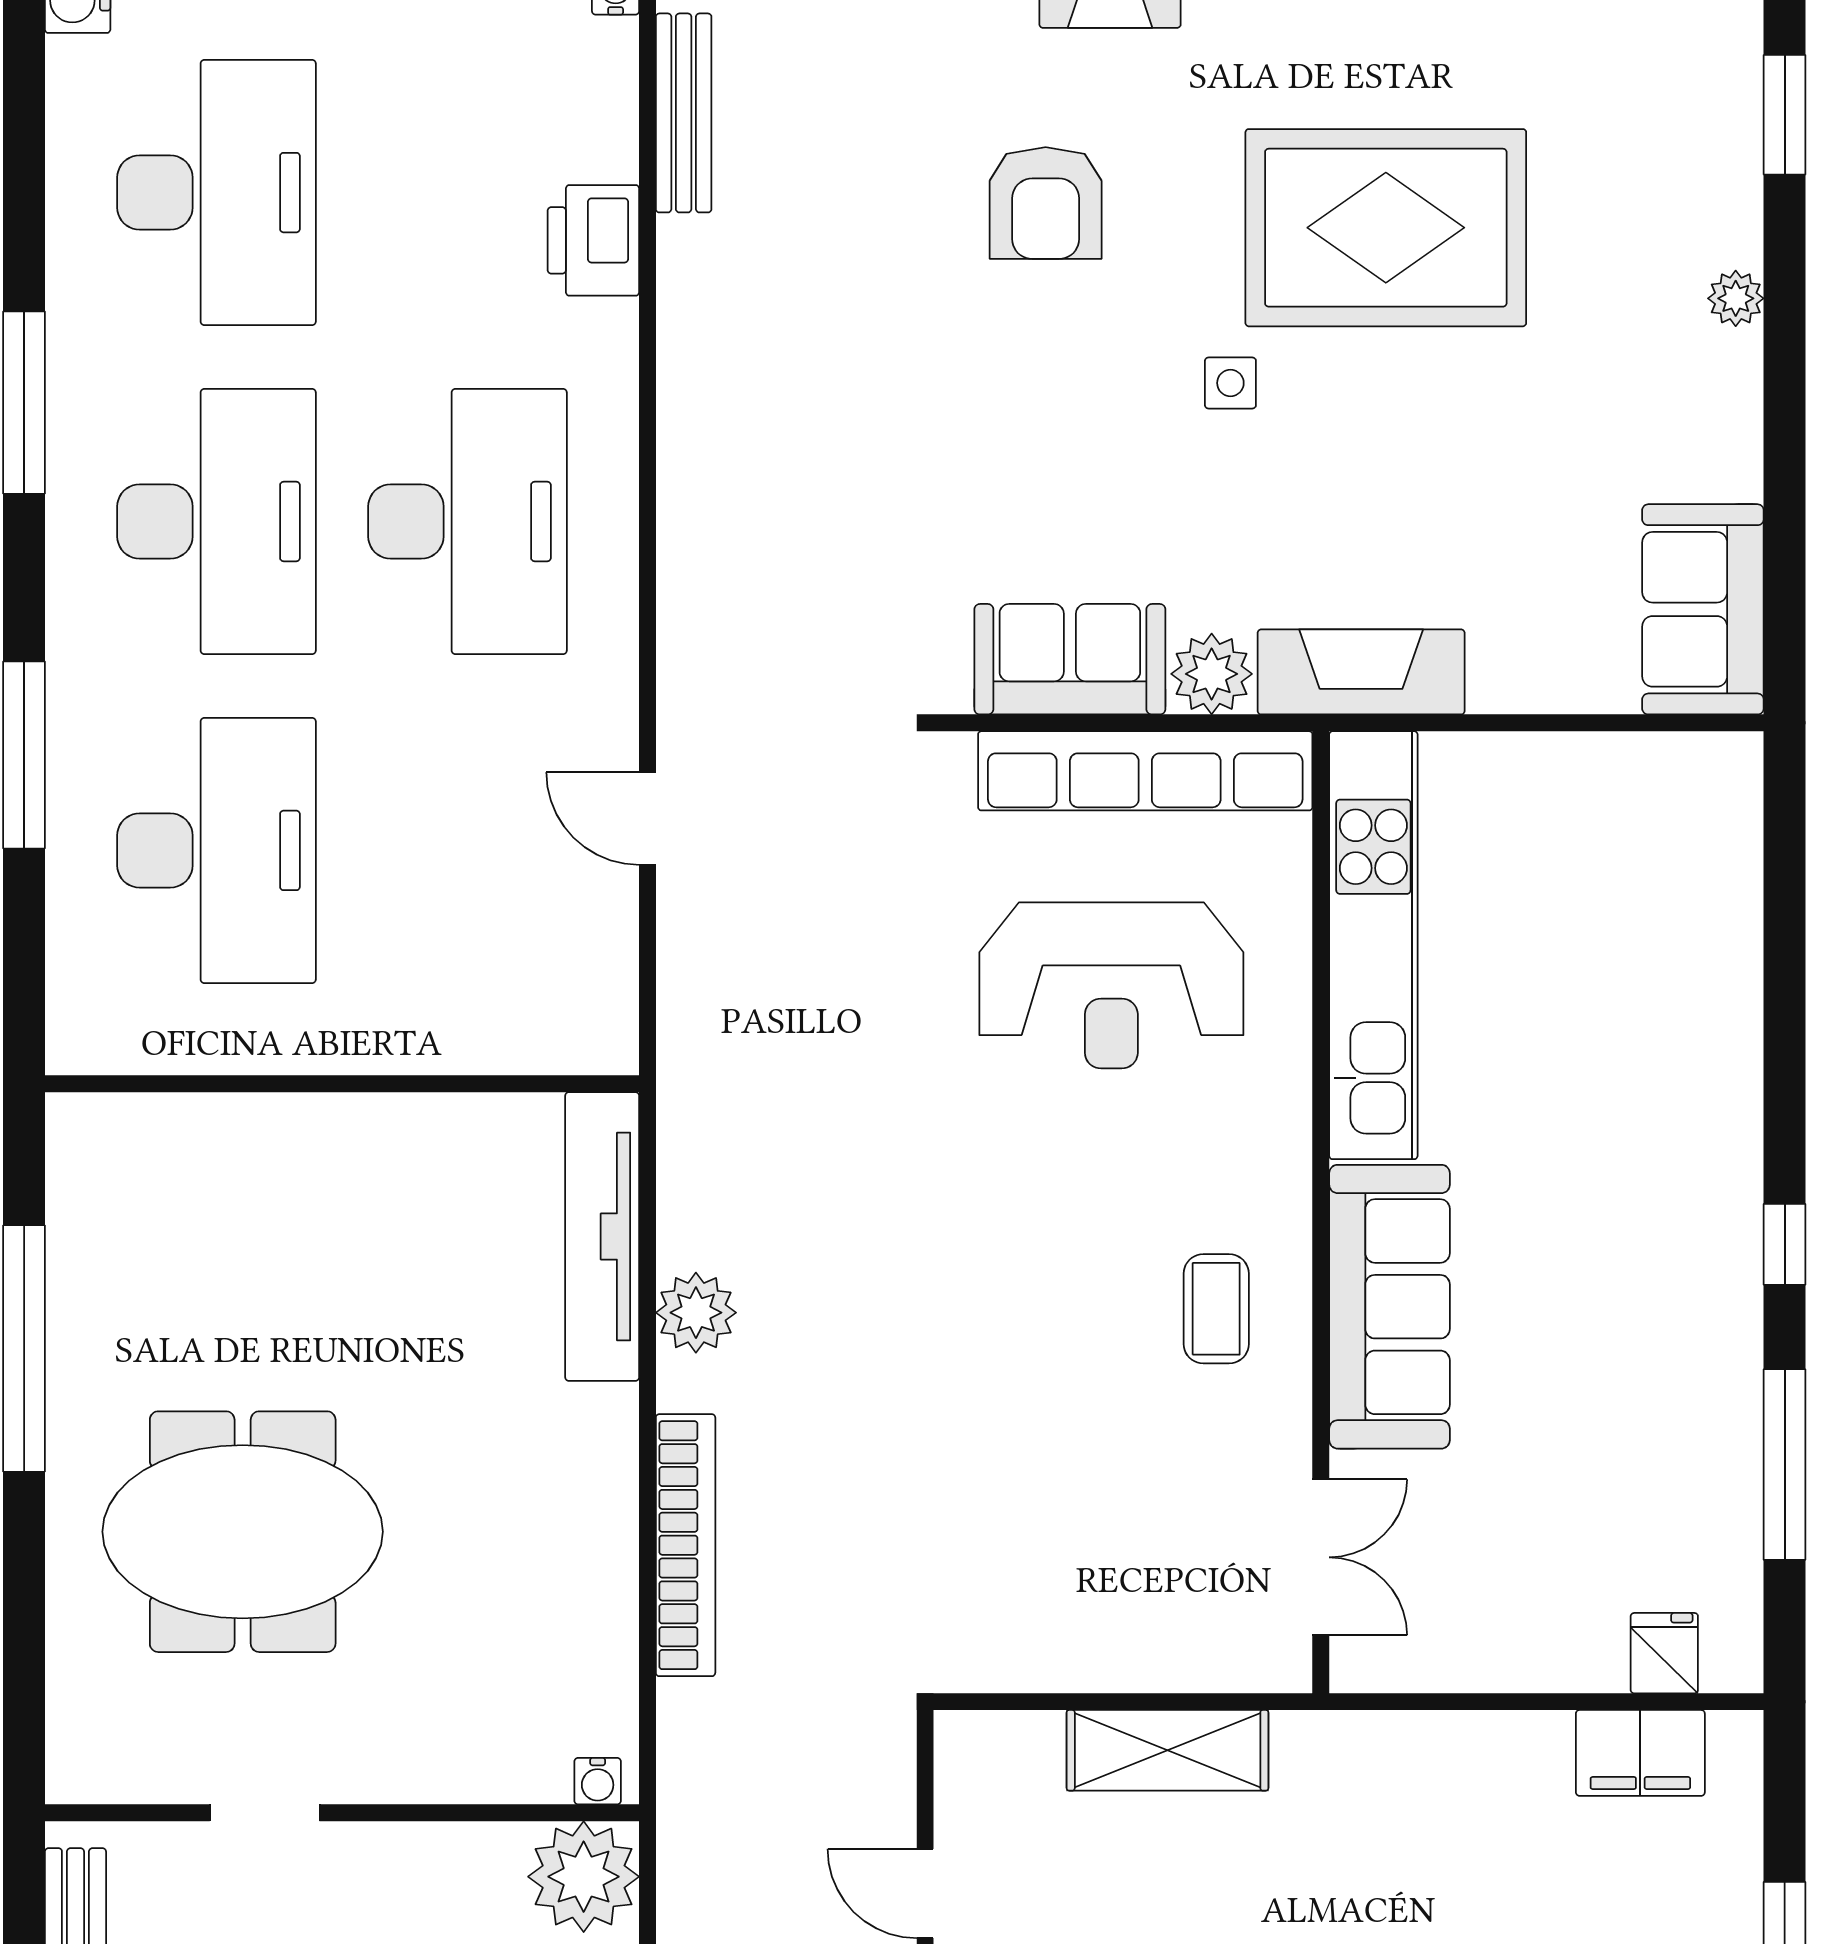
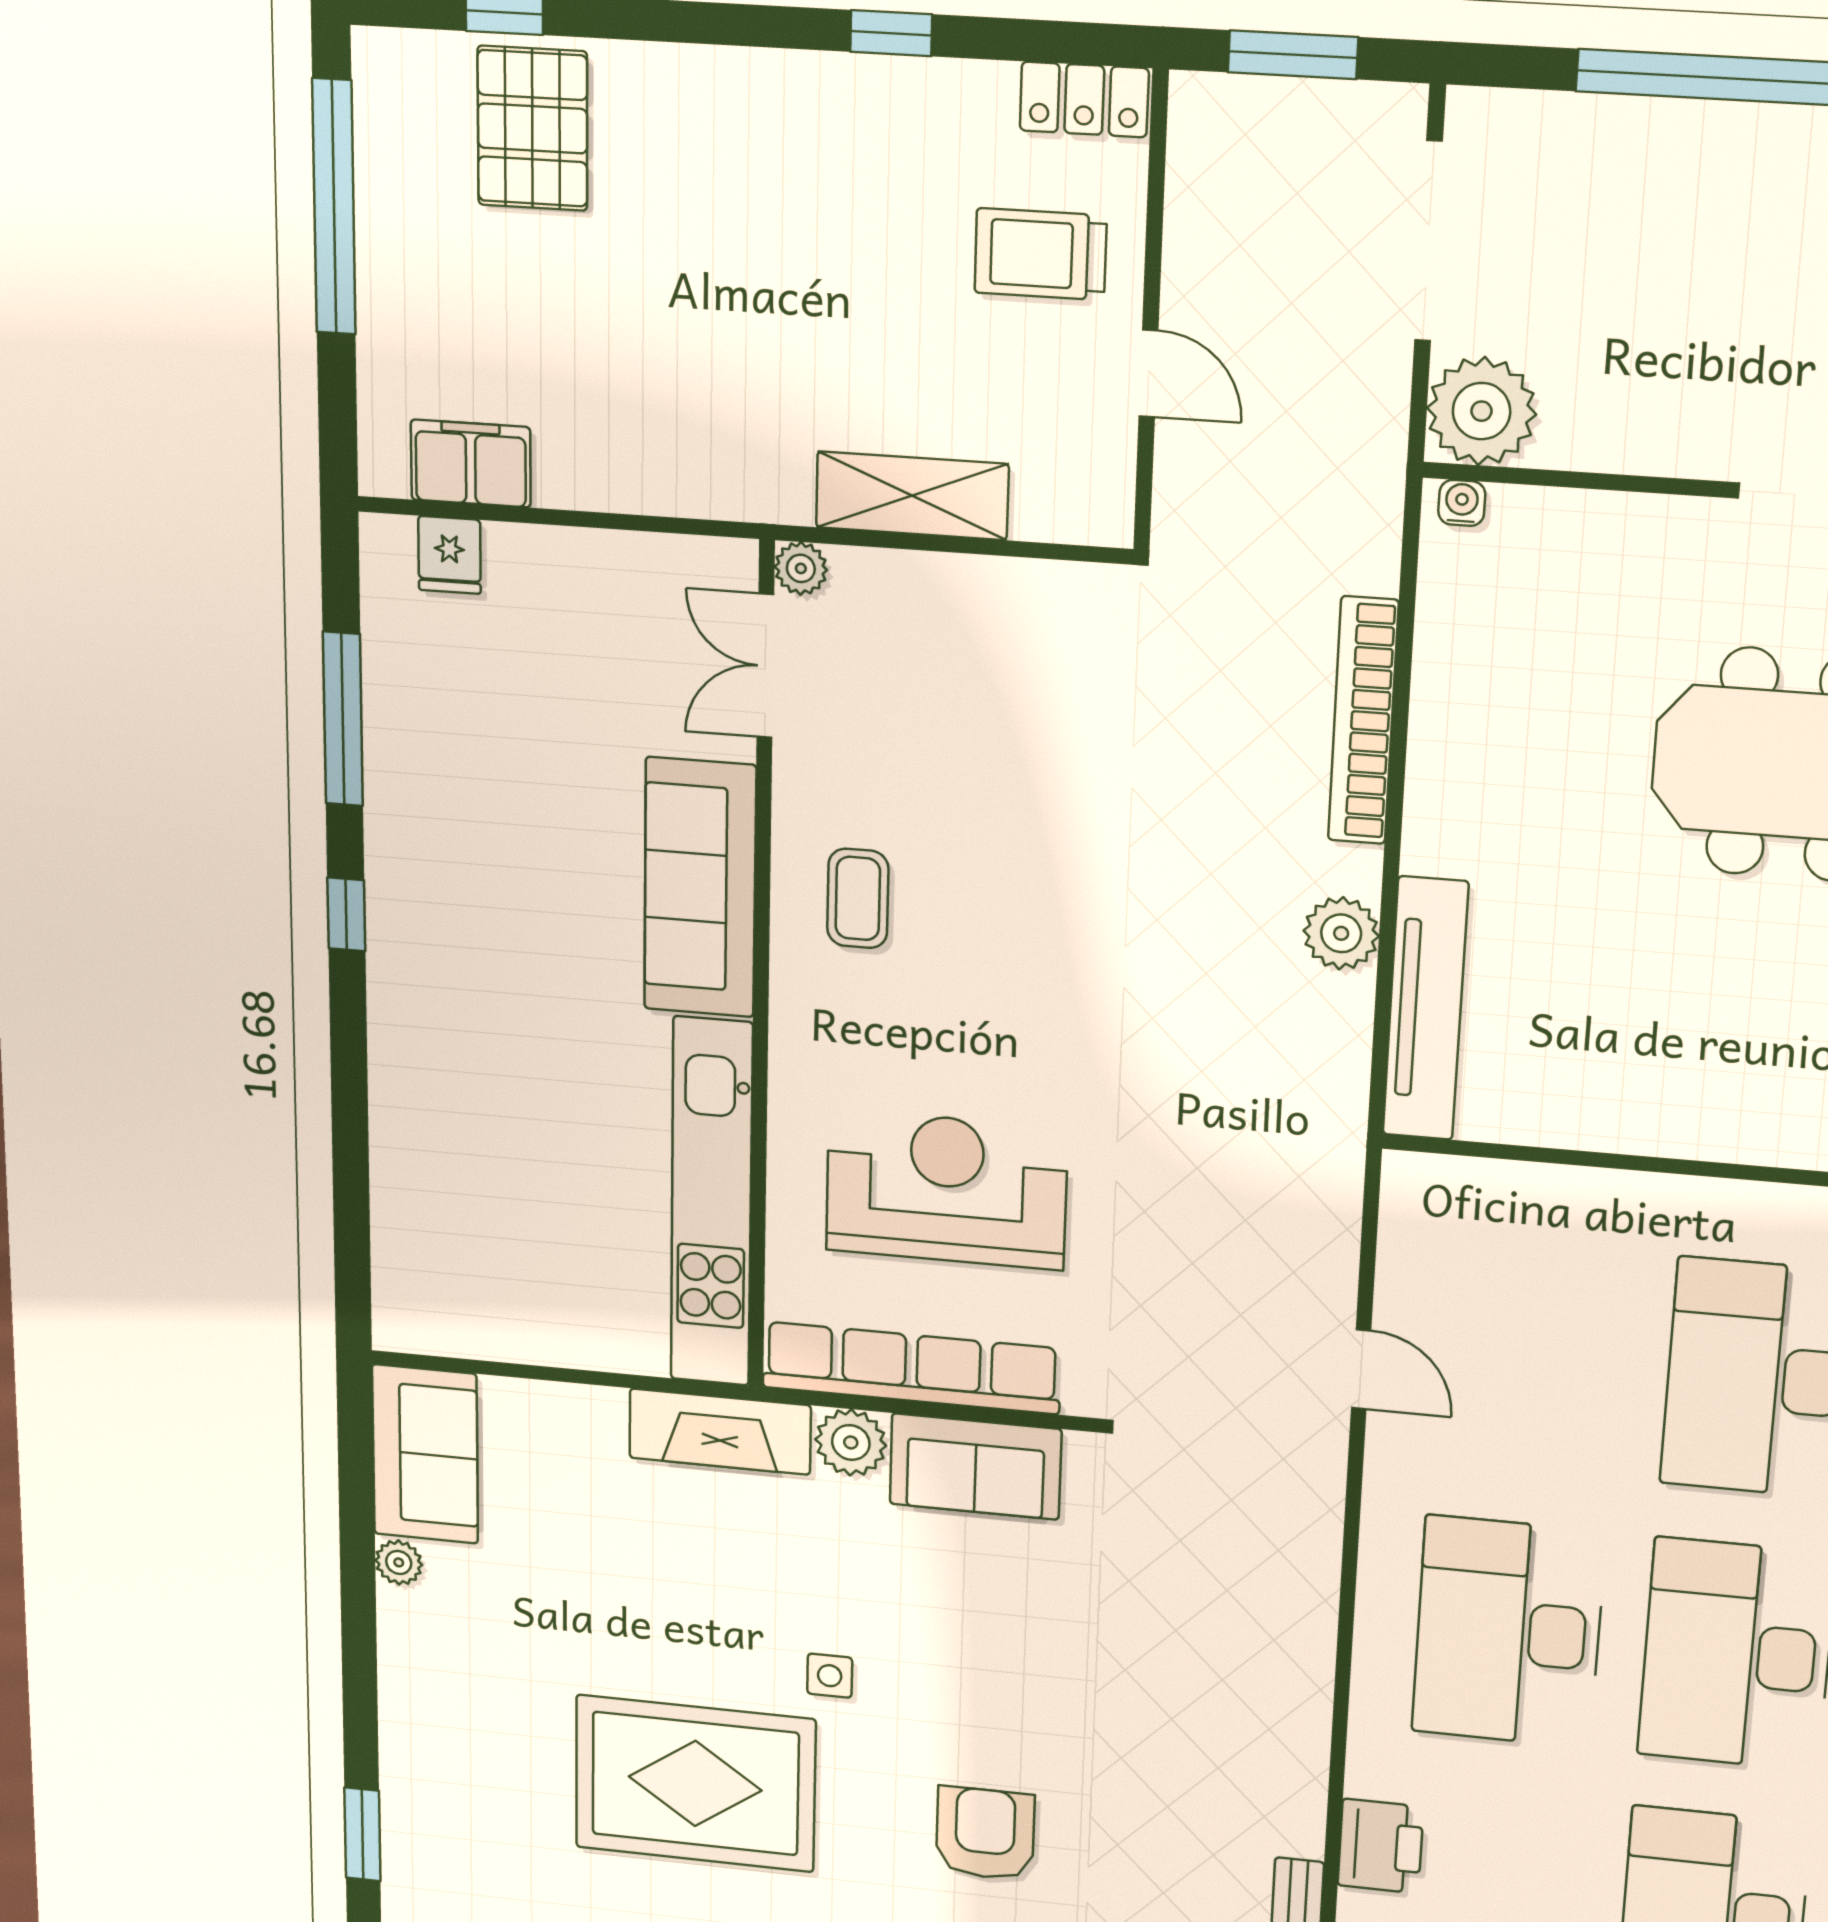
plant: (1736, 298) -> (399, 1562), moved
plant: (1284, 1665) -> (801, 568), added

